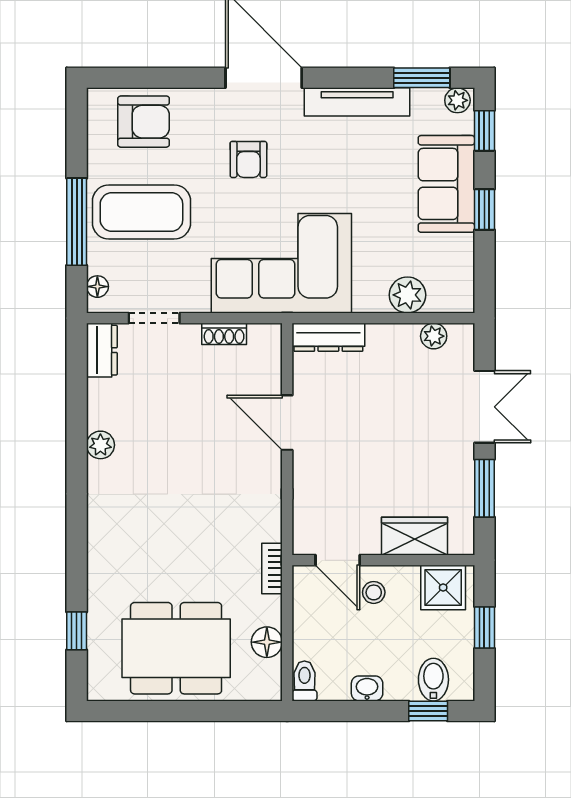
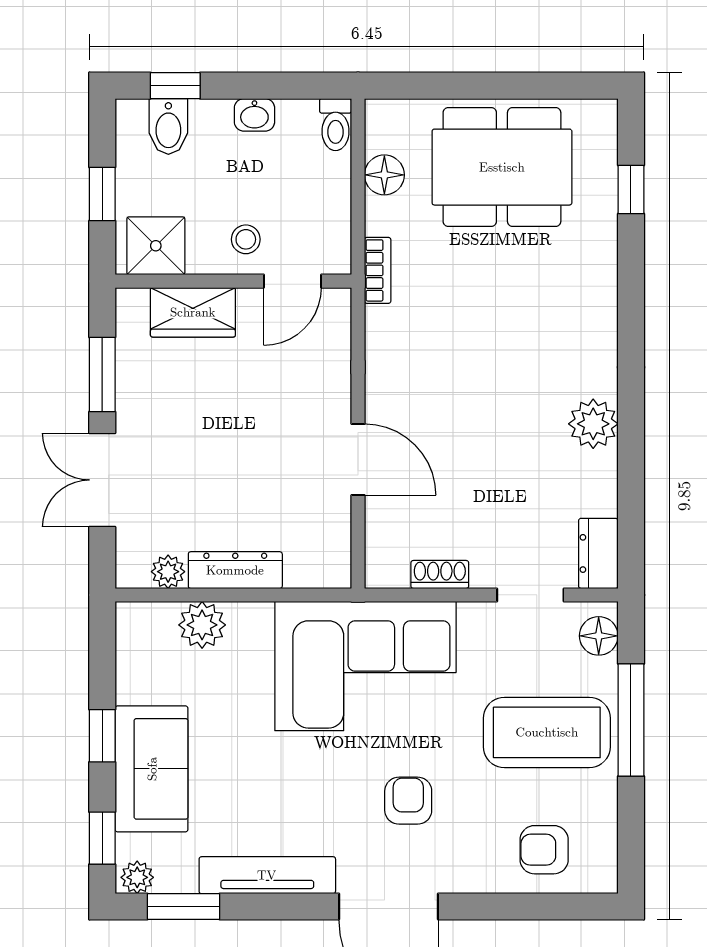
armchair: (144, 122) -> (544, 850), width x0.72, depth x0.72
floor lamp: (97, 287) -> (599, 636), width x1.37, depth x1.37
dresser: (328, 337) -> (235, 570), moved
plant: (100, 445) -> (593, 424), width x1.38, depth x1.38
door: (338, 560) -> (292, 281), swing flipped

